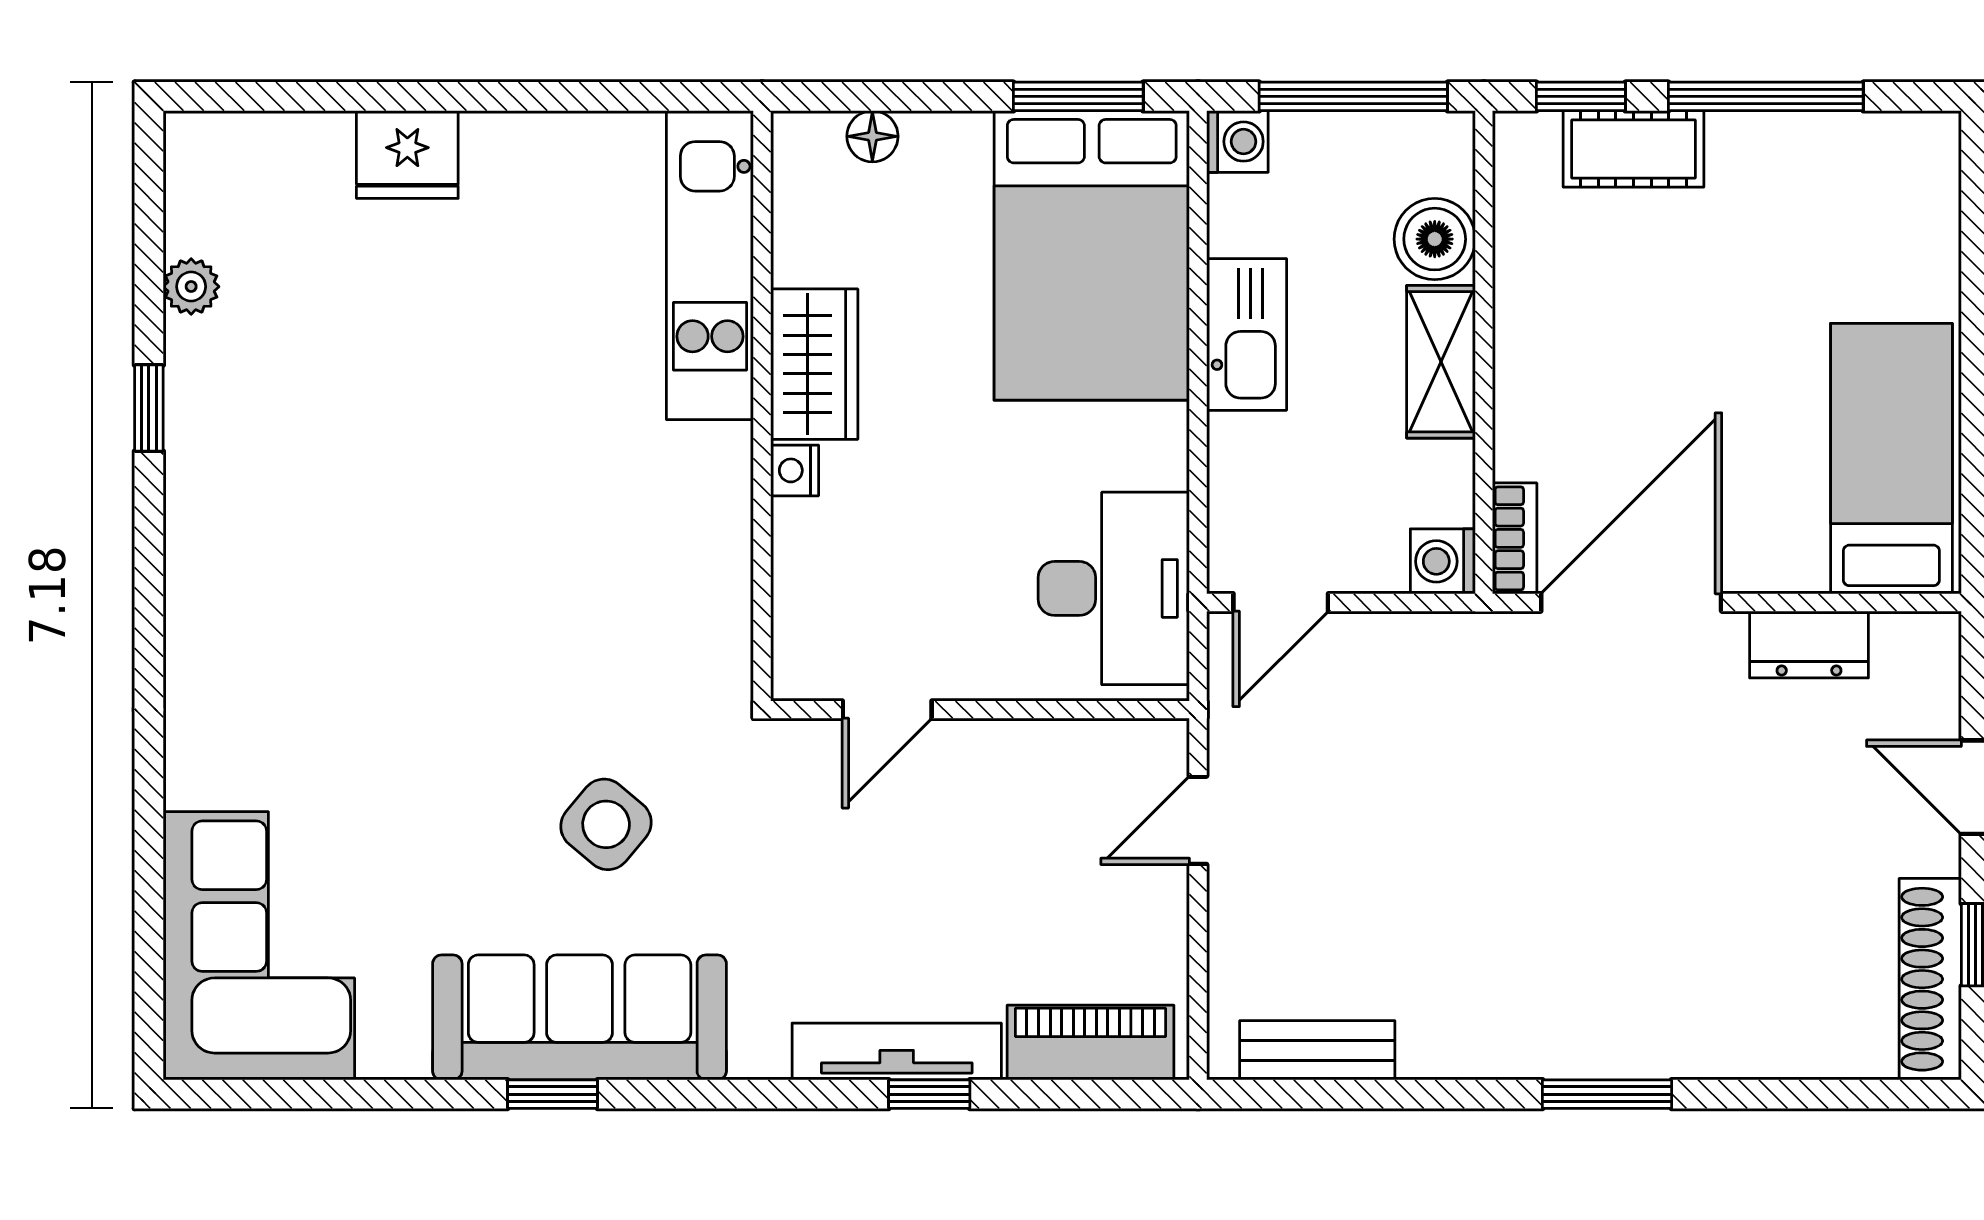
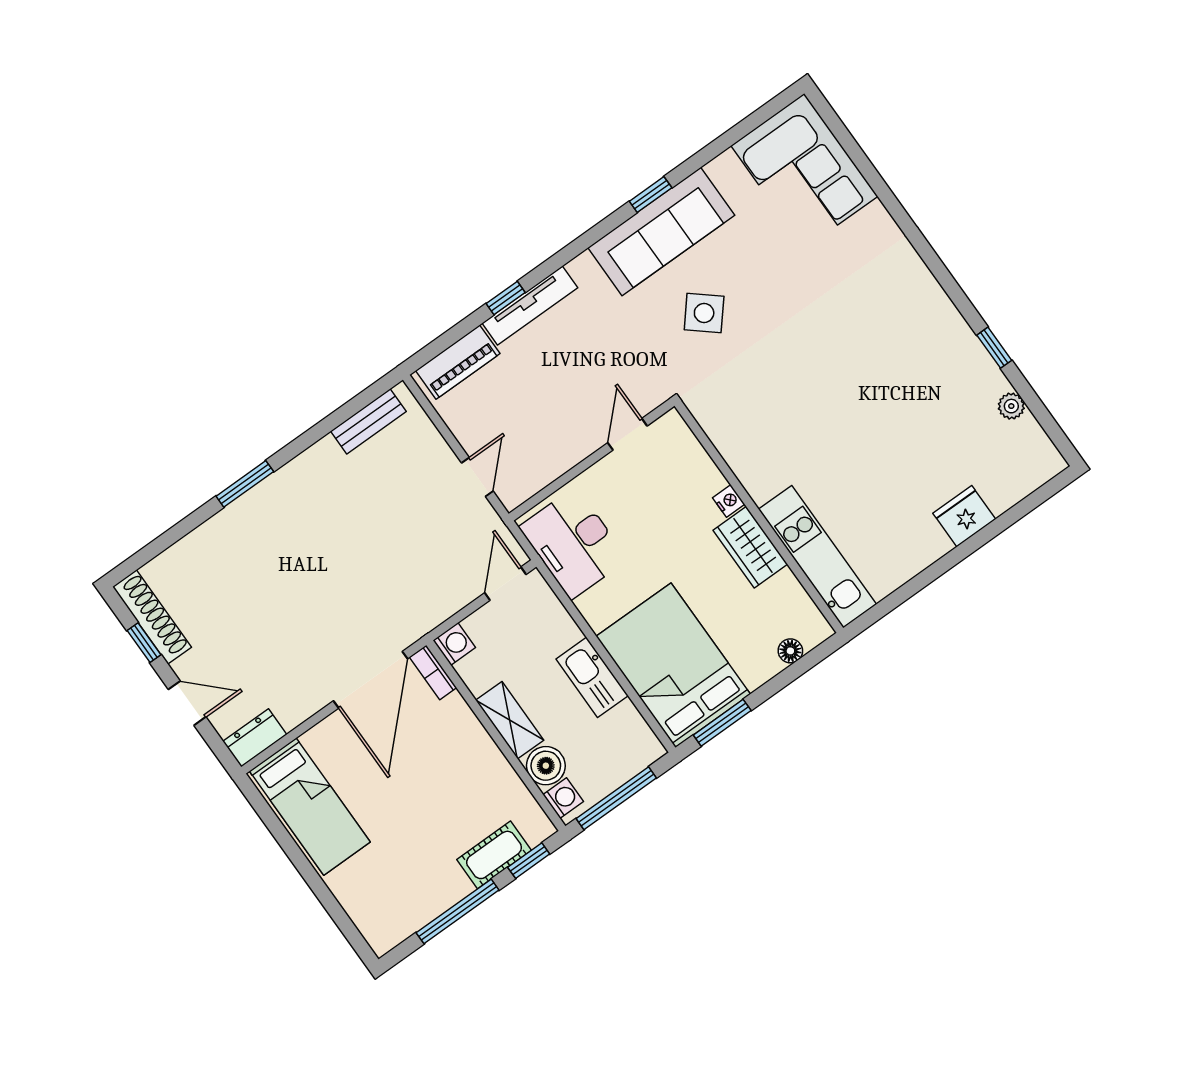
washing machine: (1237, 142) -> (563, 798), moved, turned 180
dresser: (1809, 644) -> (255, 738), moved

